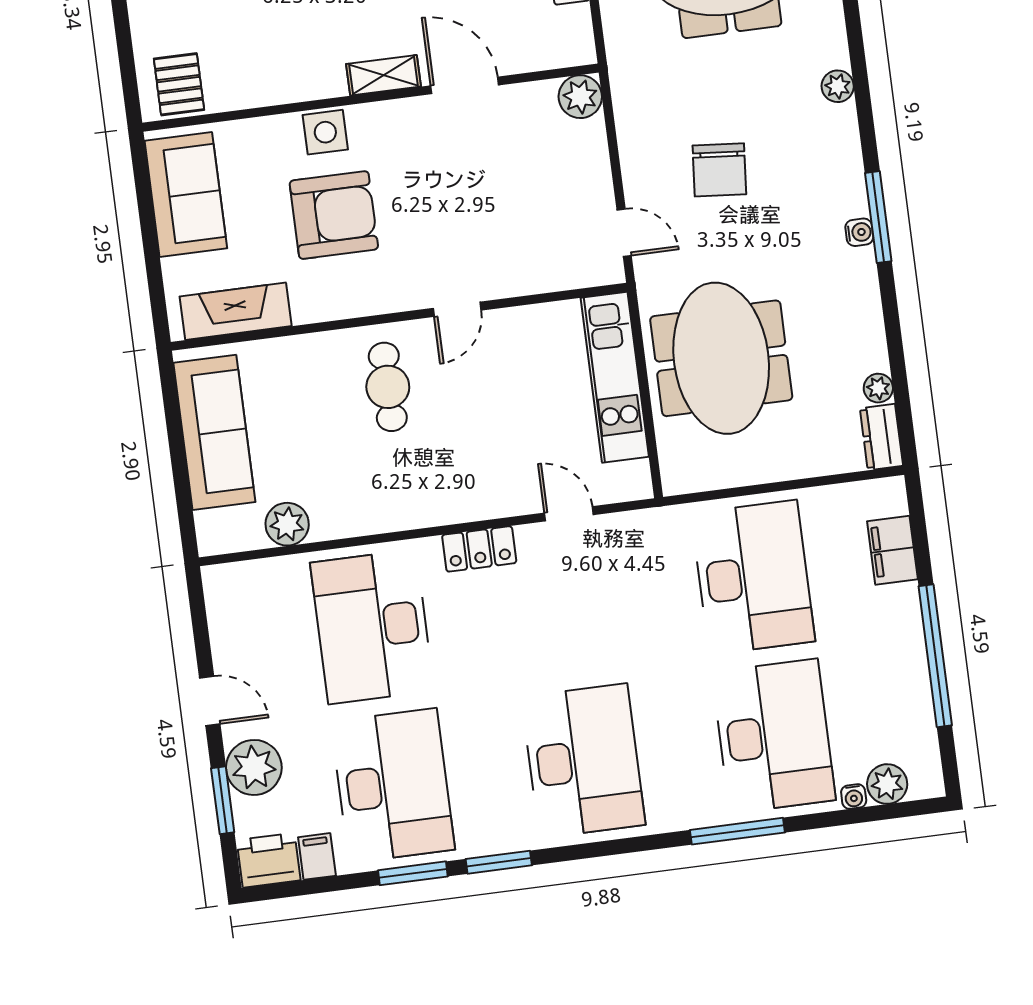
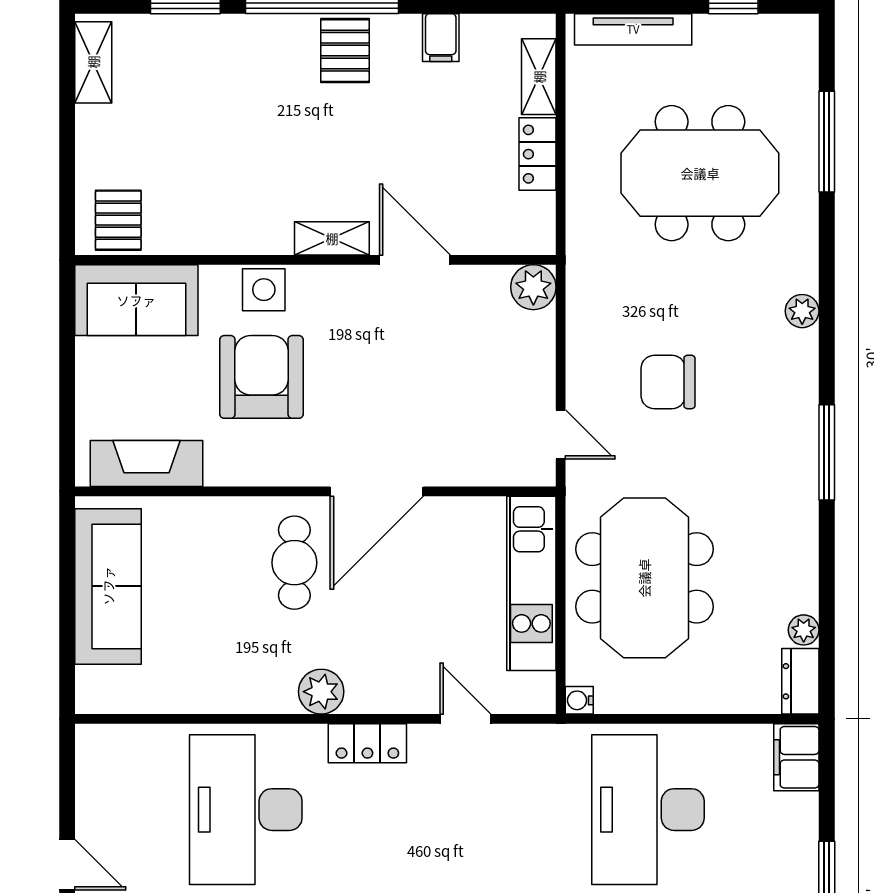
chair: (719, 170) -> (668, 382), turned 85
sofa: (186, 195) -> (136, 300), moved, turned 90
armchair: (334, 215) -> (261, 377), turned -90
water cooler: (859, 232) -> (579, 700), moved, turned 180
door: (457, 309) -> (377, 491), width x1.88
plant: (287, 524) -> (321, 692), moved
filing cabinet: (892, 550) -> (796, 757), moved
desk: (753, 577) -> (648, 810), turned 180

